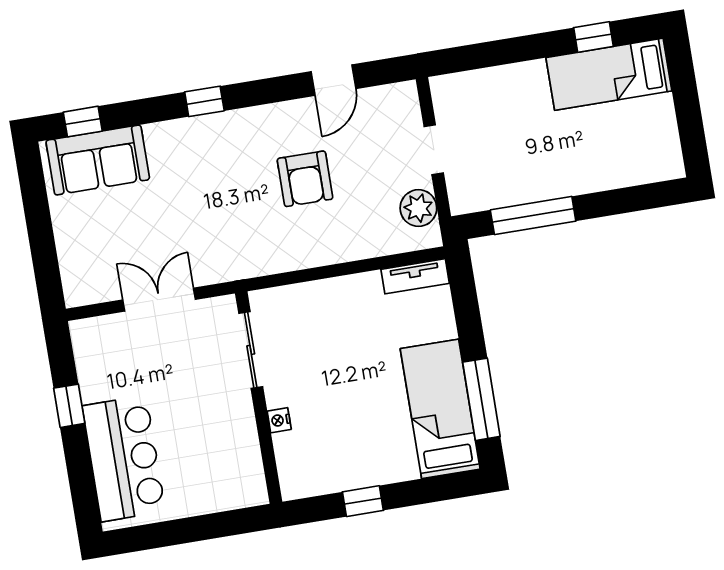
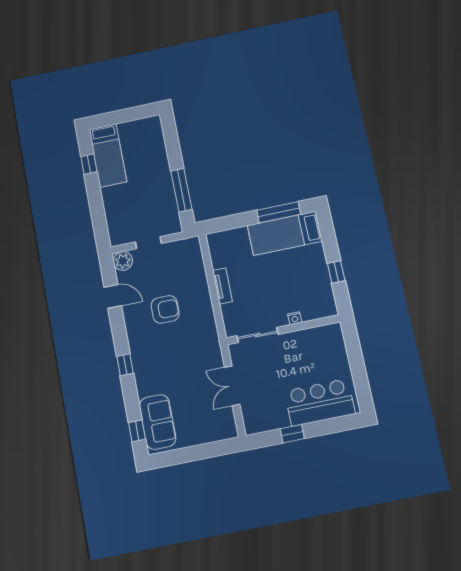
plant: (418, 208) -> (123, 261), moved
tv unit: (415, 276) -> (222, 286), moved

